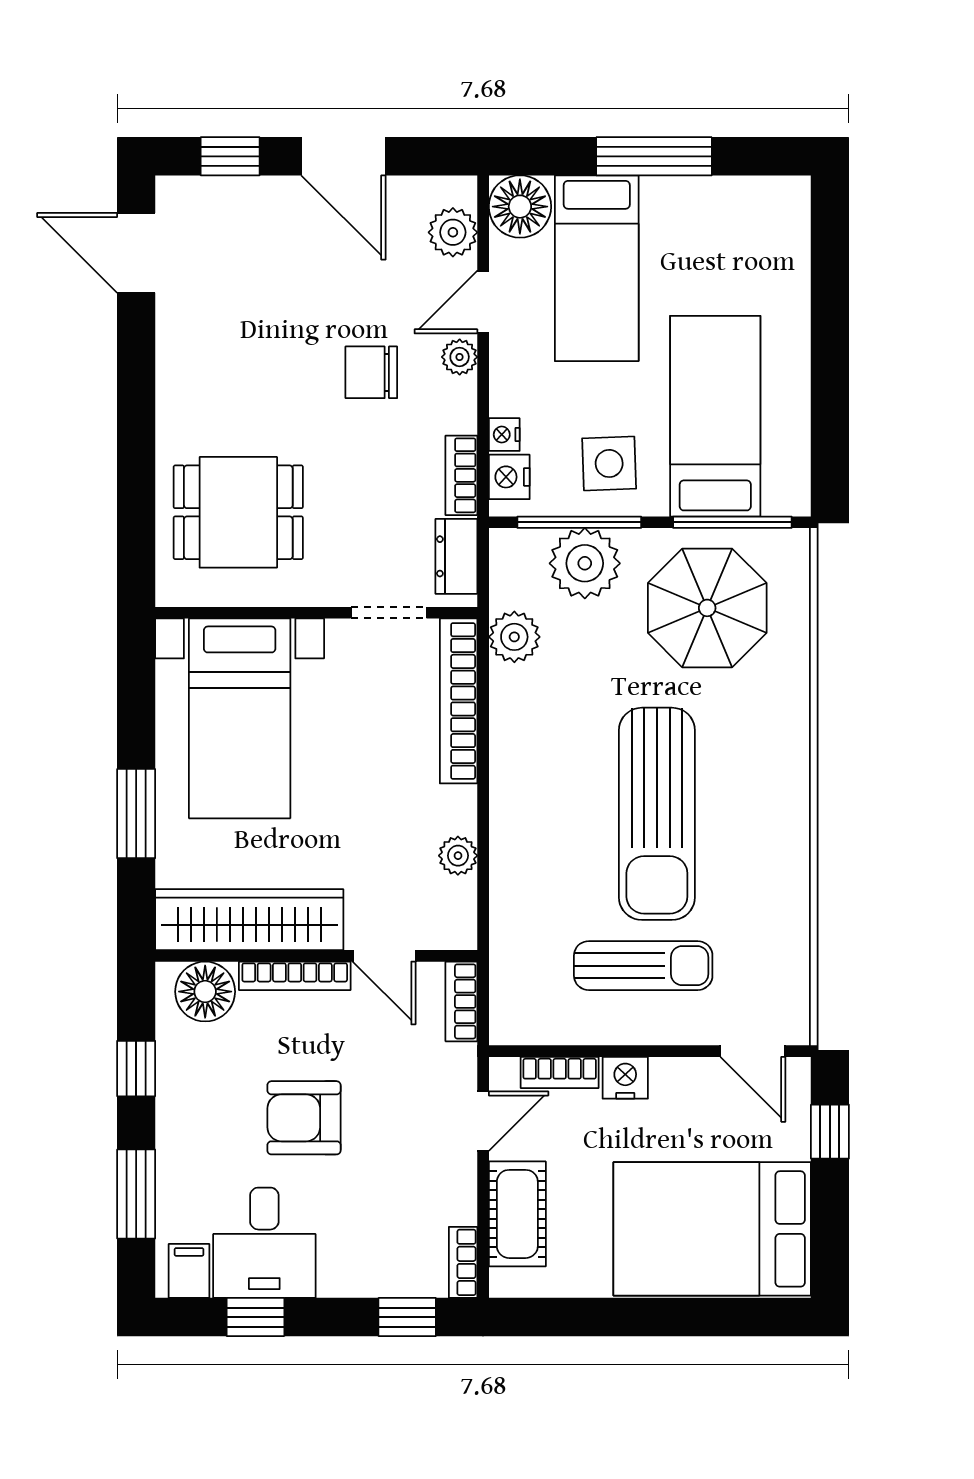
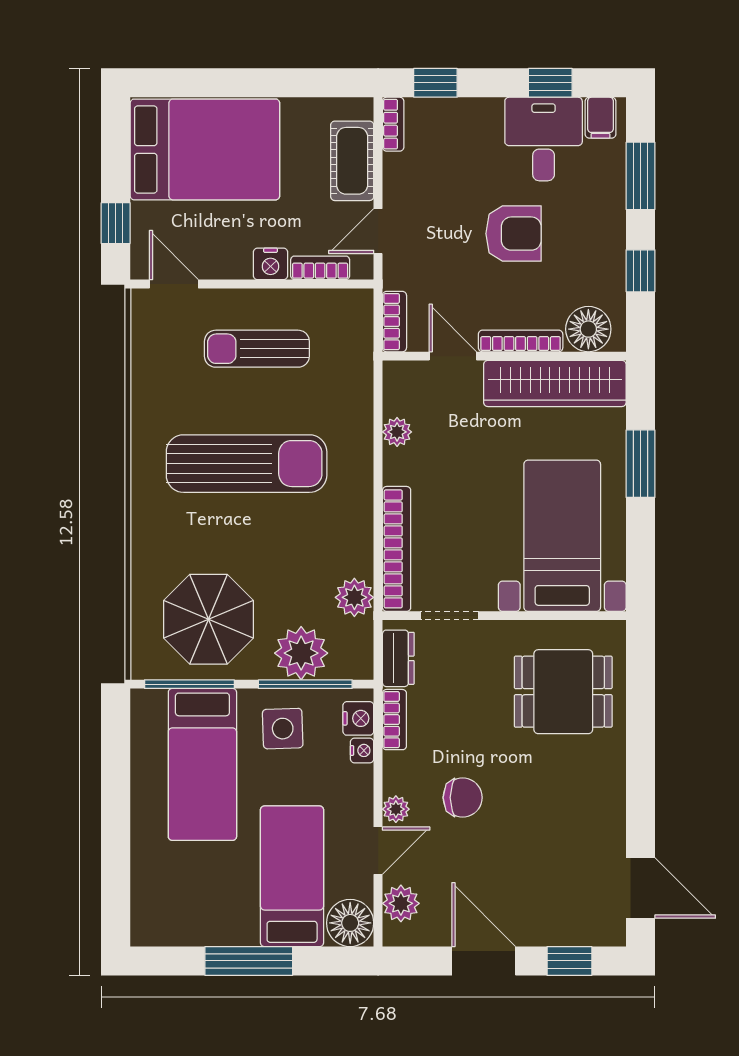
sun lounger: (657, 814) -> (247, 464), turned 90

